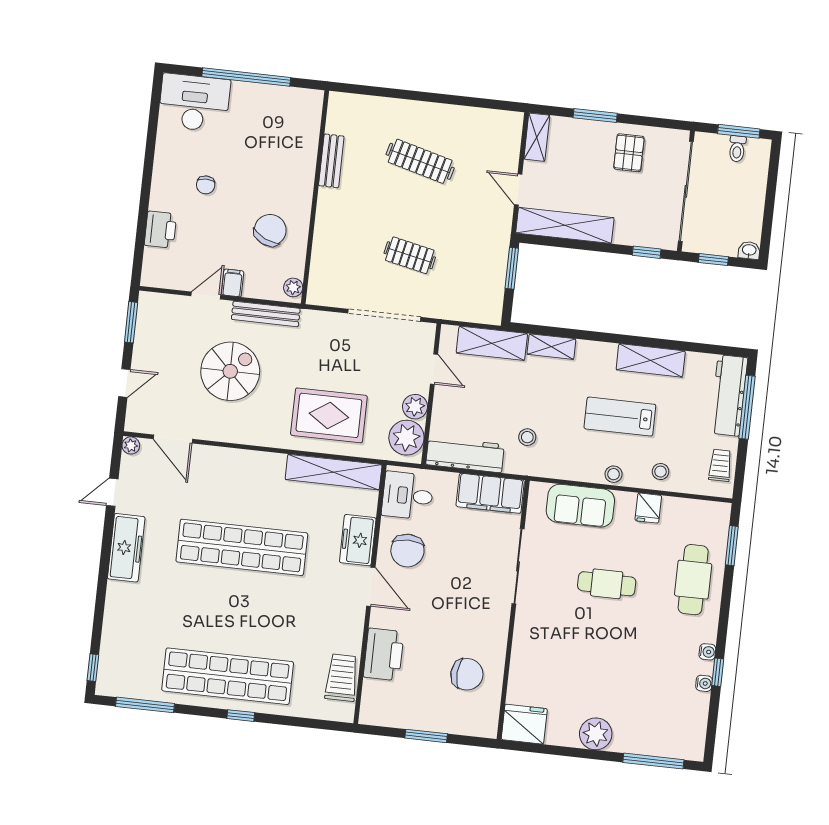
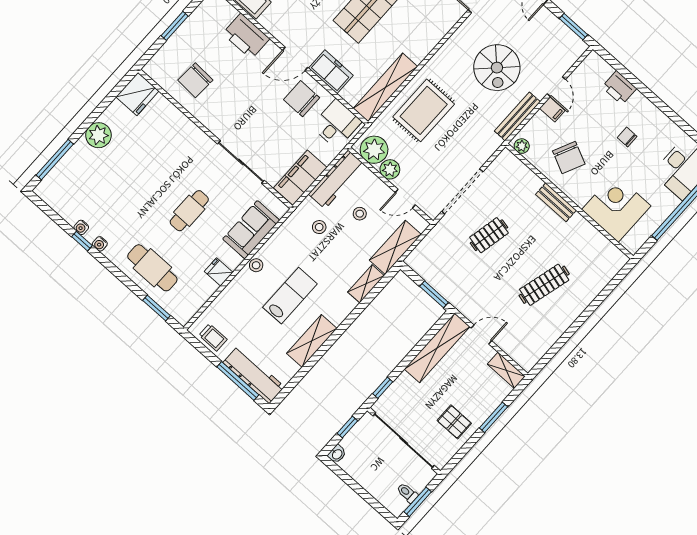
corner desk: (287, 144) -> (616, 208), added
bench: (331, 161) -> (556, 202), moved
stool: (660, 472) -> (360, 214), moved

